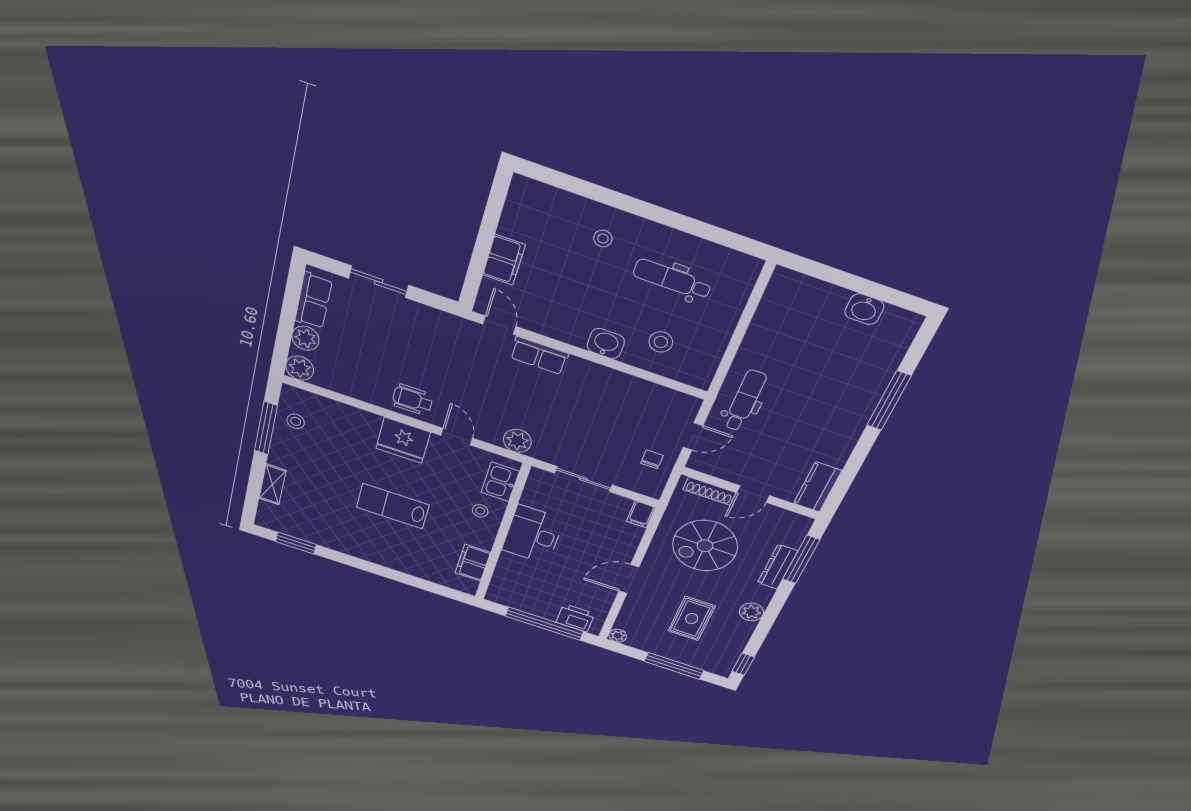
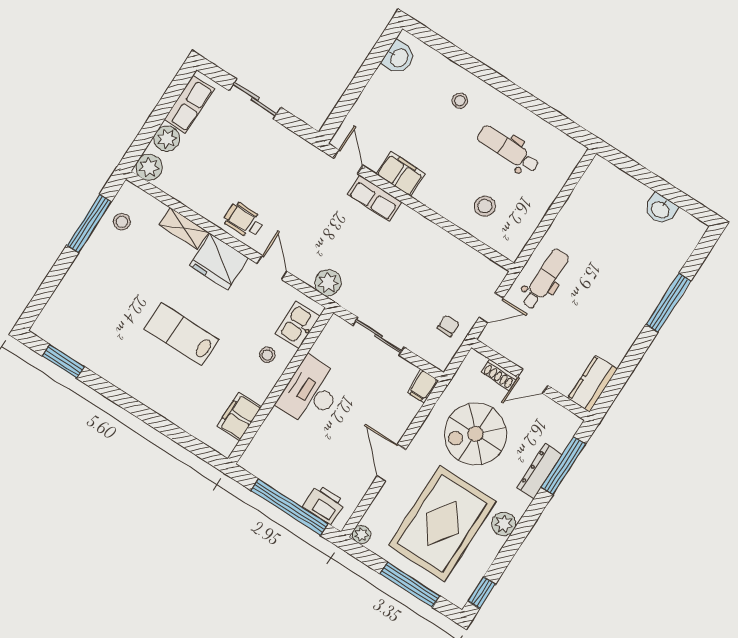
filing cabinet: (504, 260) -> (401, 174), moved, turned -90
washbasin: (606, 343) -> (399, 58), moved, turned 90
shelving: (272, 484) -> (184, 228), moved, turned 90
shoe rack: (709, 491) -> (499, 375), width x0.70
door: (629, 579) -> (391, 463), hinge flipped
rug: (692, 619) -> (442, 523), width x1.86, depth x2.06

